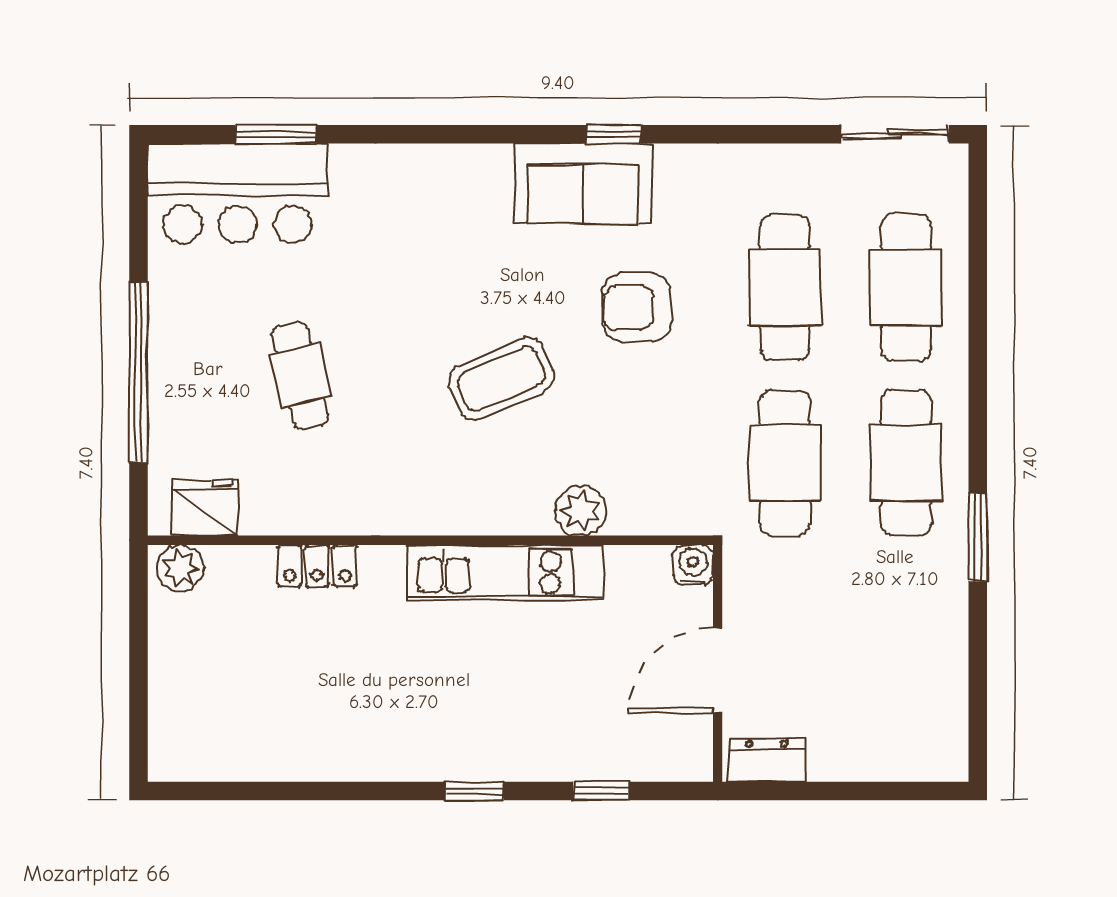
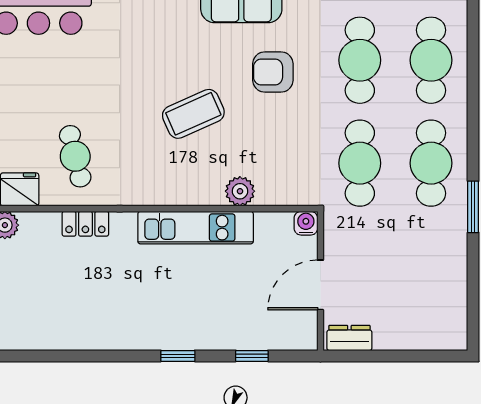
cafe table: (300, 376) -> (75, 156), moved

